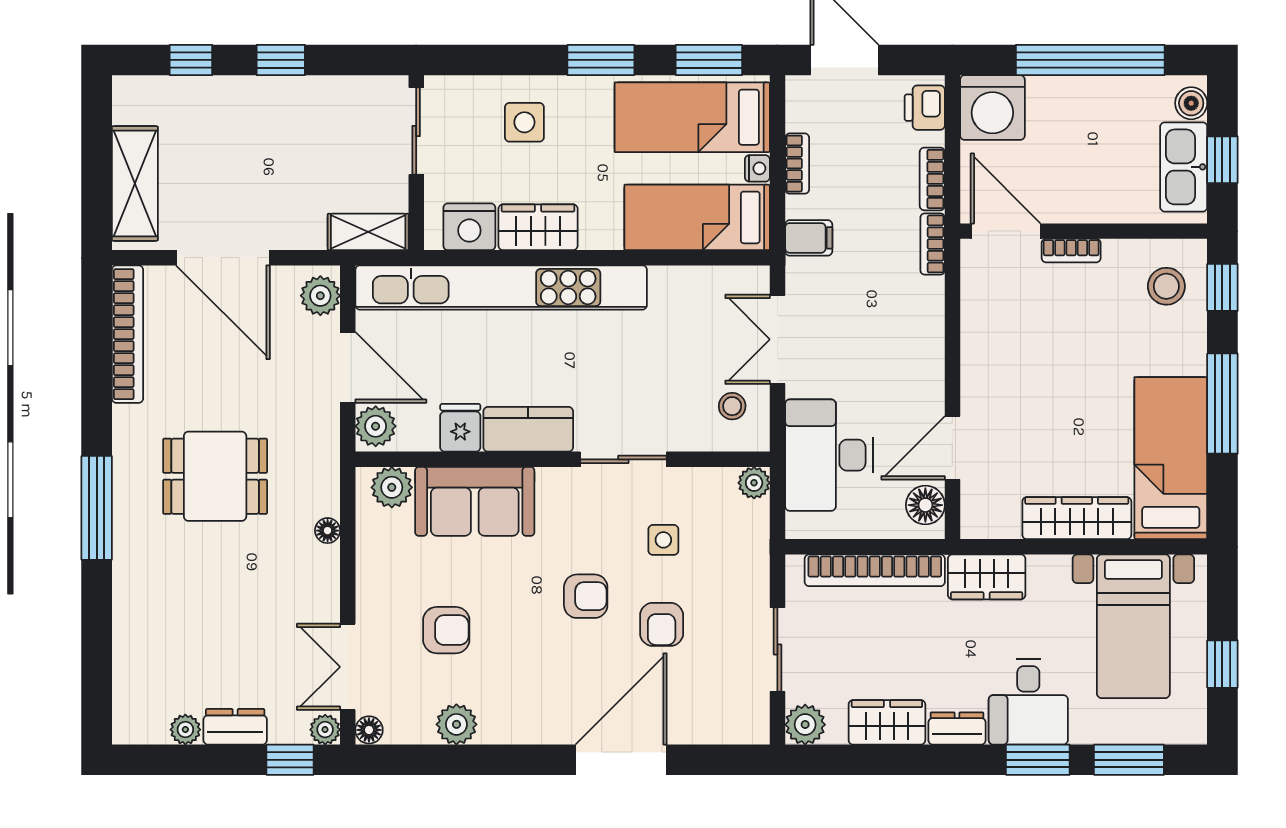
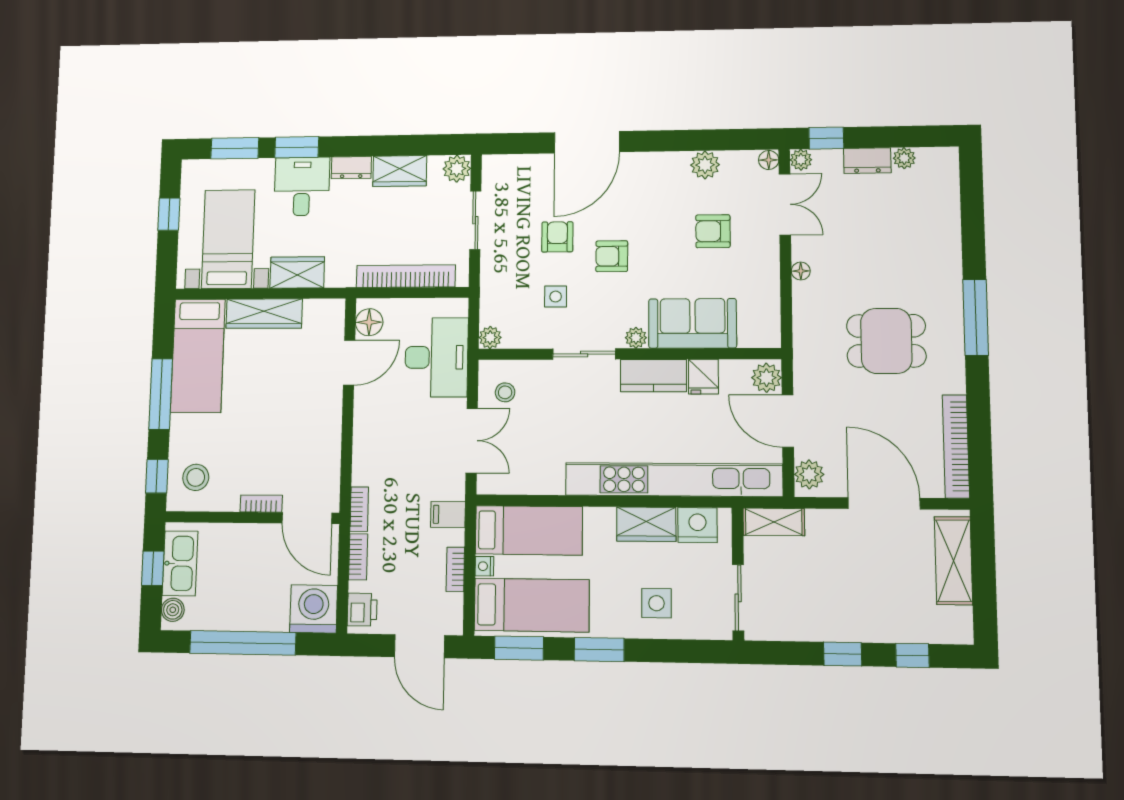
plant: (392, 487) -> (636, 338), moved, width x0.73, depth x0.73
floor lamp: (328, 531) -> (801, 271), moved
wardrobe: (987, 577) -> (297, 272), moved

